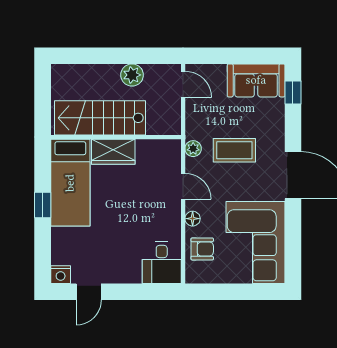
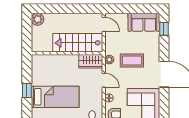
plant: (132, 75) -> (38, 19), moved
stairs: (100, 118) -> (78, 43), moved
wardrobe: (113, 152) -> (91, 61), moved
bed: (70, 183) -> (55, 97), moved, turned -90

